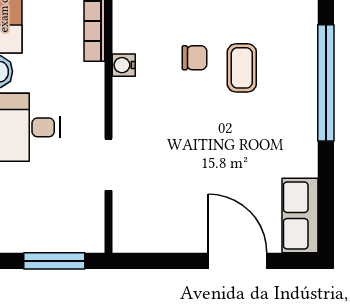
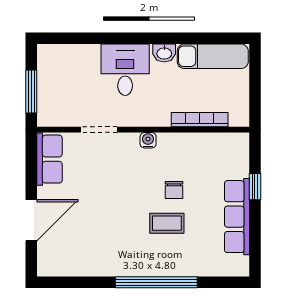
water cooler: (124, 65) -> (148, 140), moved
row of seats: (300, 215) -> (50, 159), moved, turned 90

